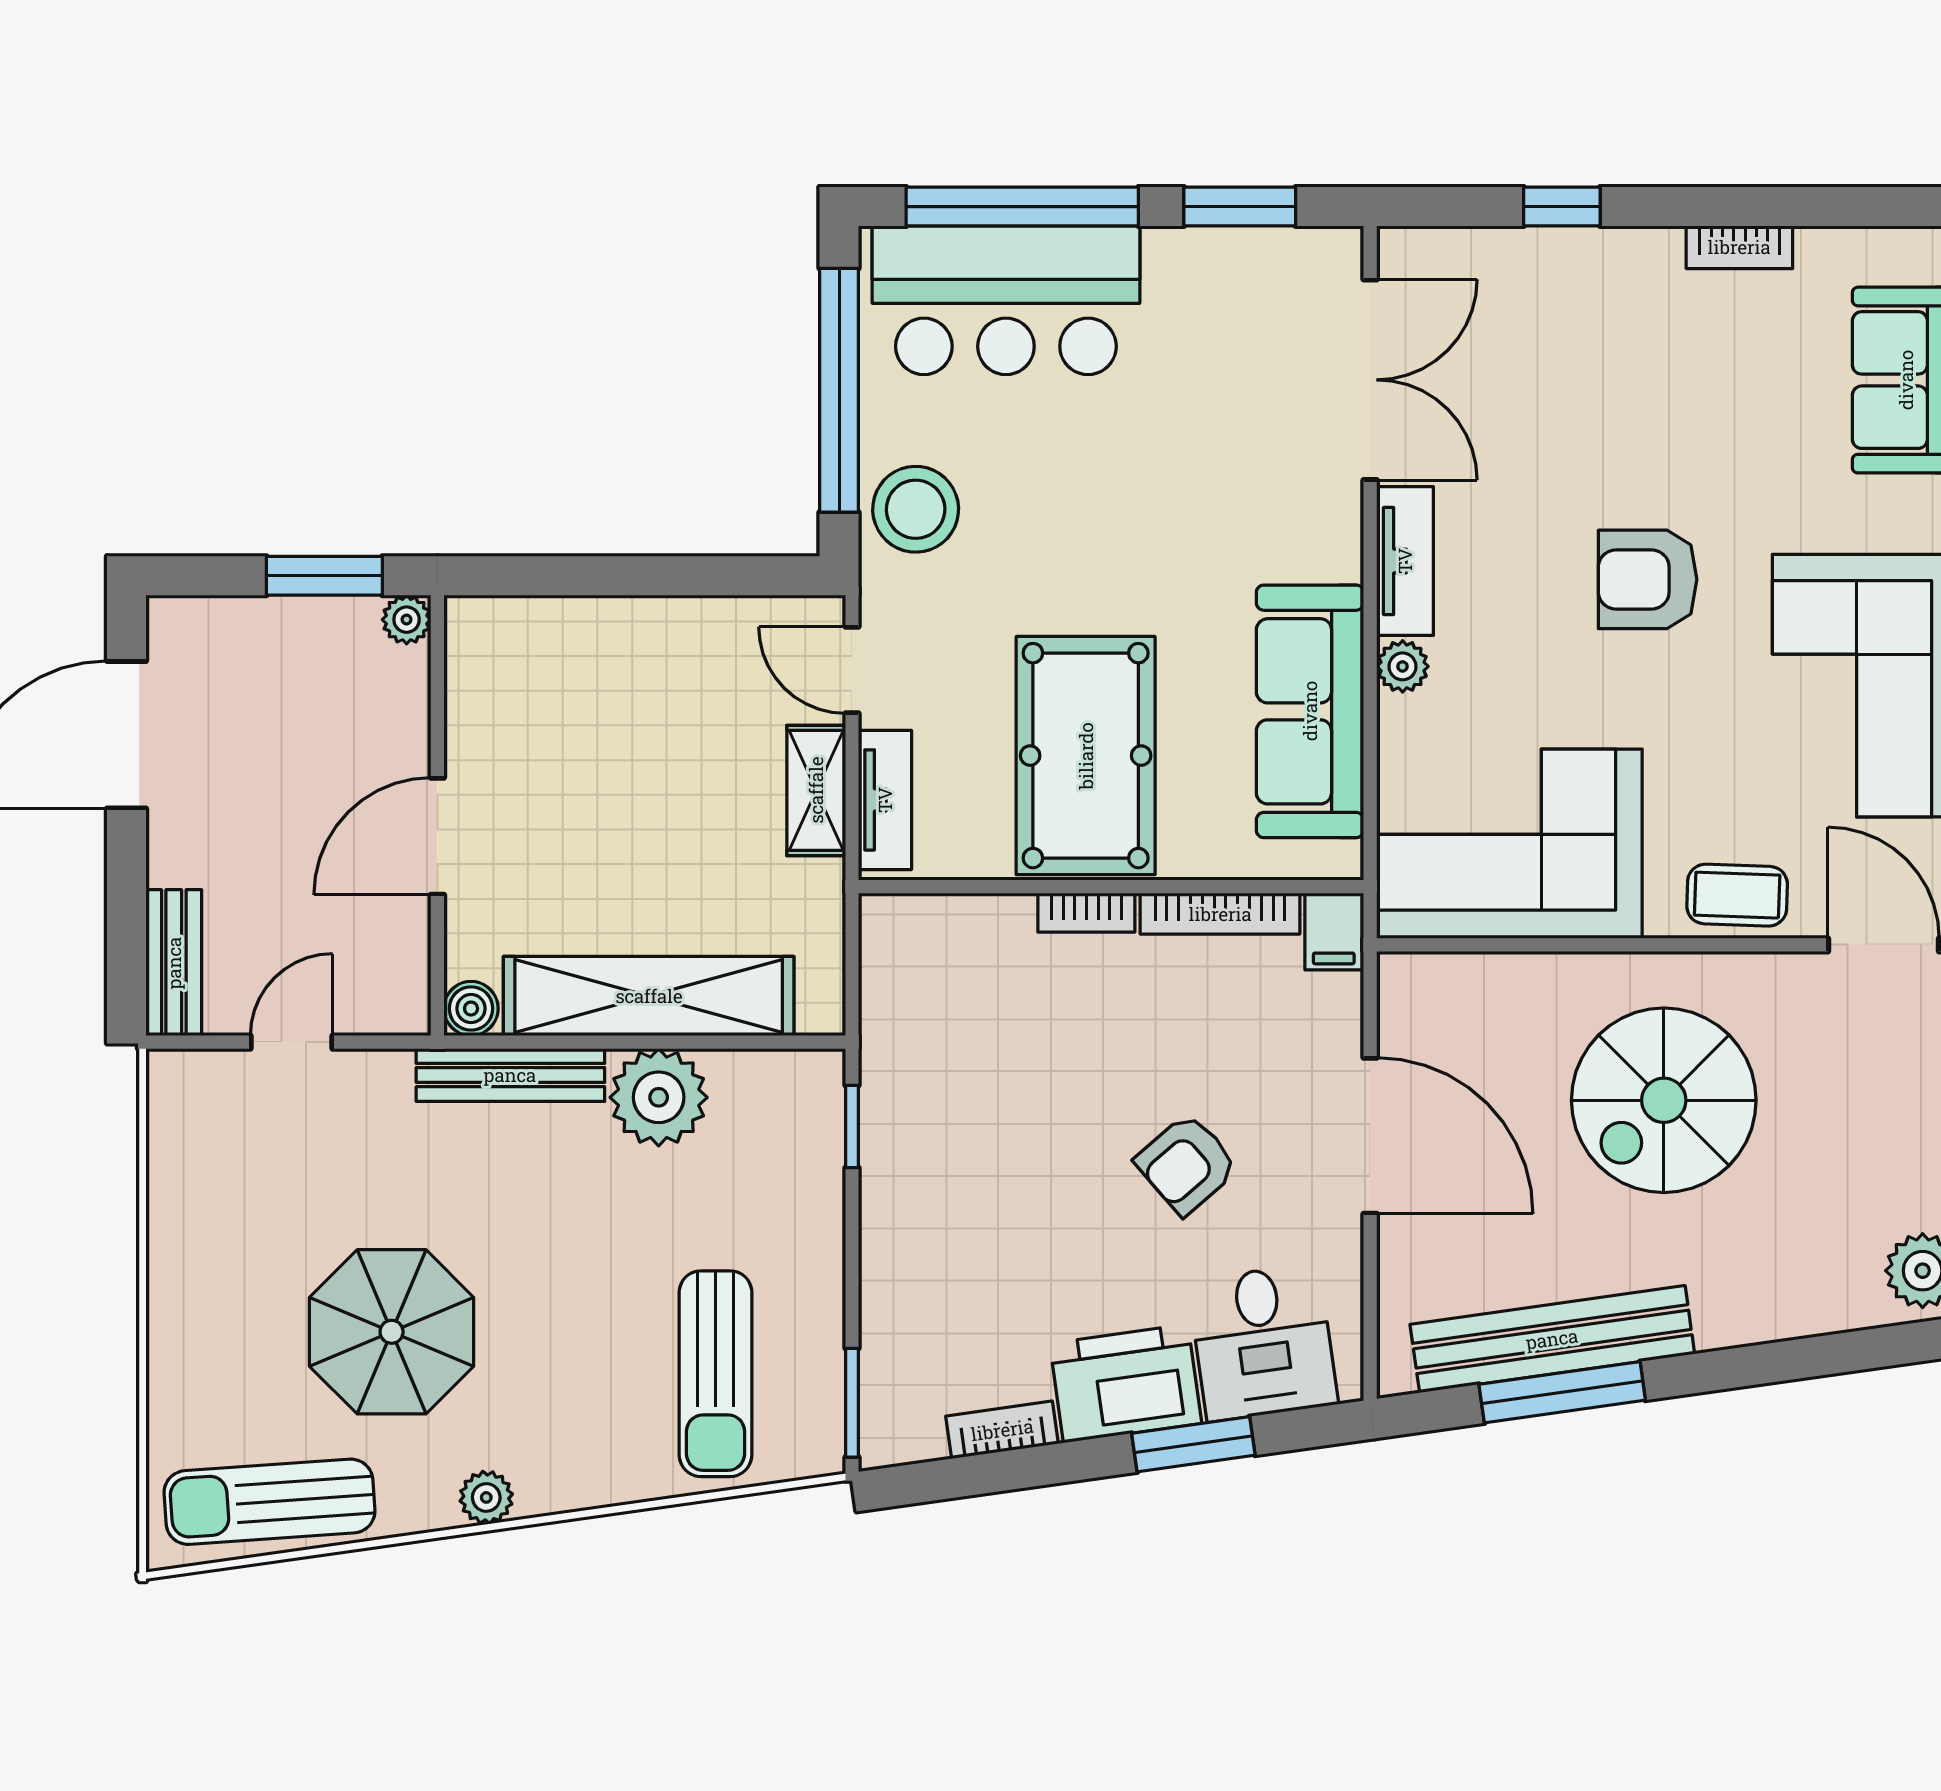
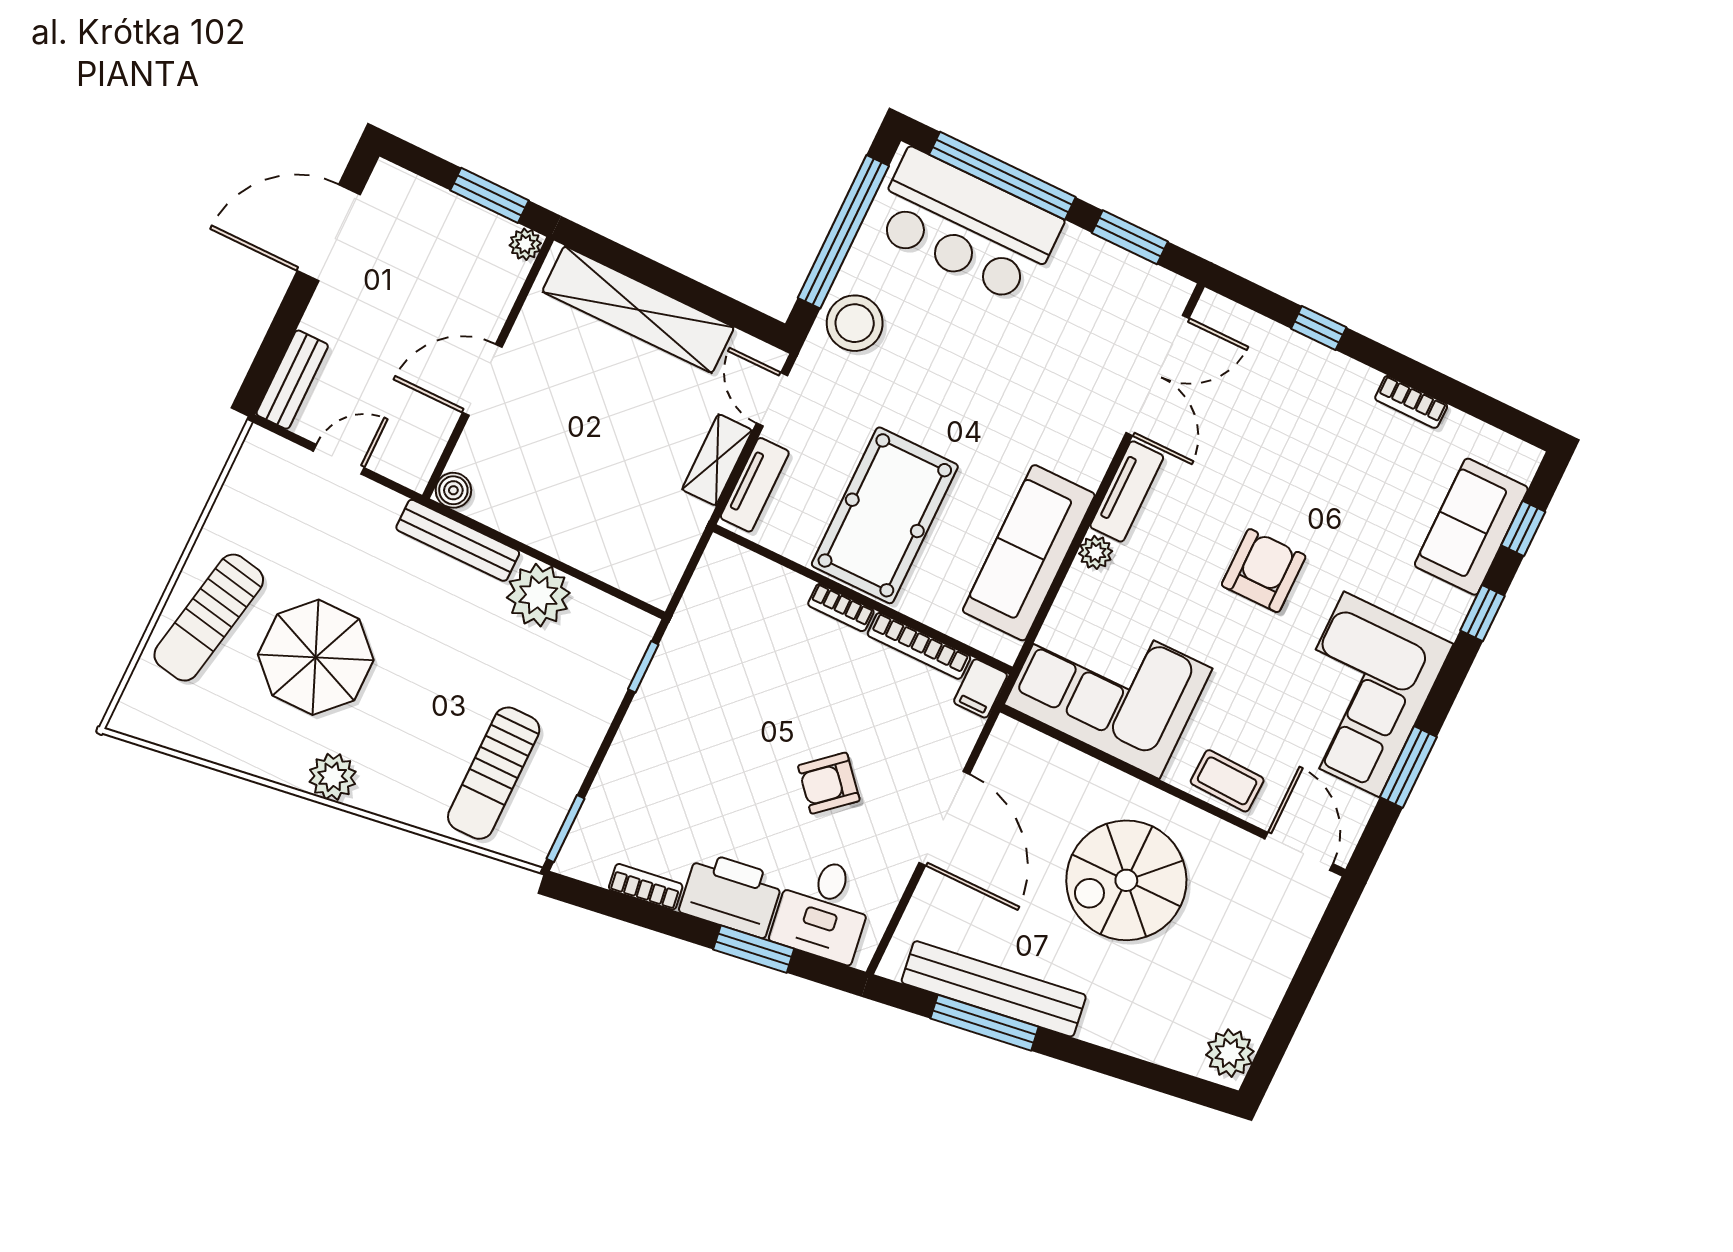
armchair: (1648, 579) -> (1264, 571), turned 90
shelving: (649, 996) -> (638, 310), moved
plant: (486, 1497) -> (333, 777), width x1.38, depth x1.38
sun lounger: (270, 1502) -> (209, 618), moved, turned -75

